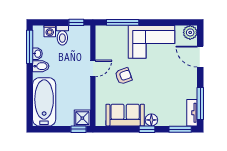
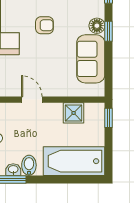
armchair: (124, 76) -> (44, 25), moved, turned 110
shower: (82, 118) -> (74, 113), moved

